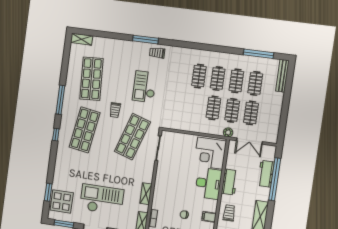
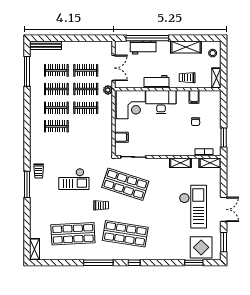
filing cabinet: (179, 139) -> (121, 137), added
checkout: (102, 199) -> (193, 207), turned 180

